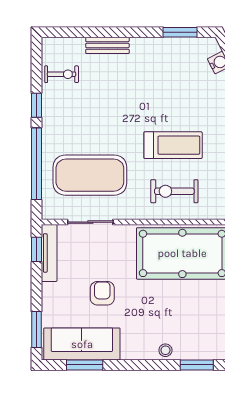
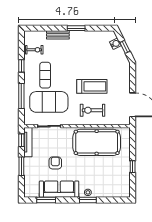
window: (180, 32) -> (76, 28), moved
exercise mat: (83, 123) -> (45, 75), added
window: (37, 164) -> (21, 96), width x0.68
window: (37, 329) -> (21, 166), moved
sofa: (82, 344) -> (59, 189), moved
window: (197, 365) -> (88, 200), moved

